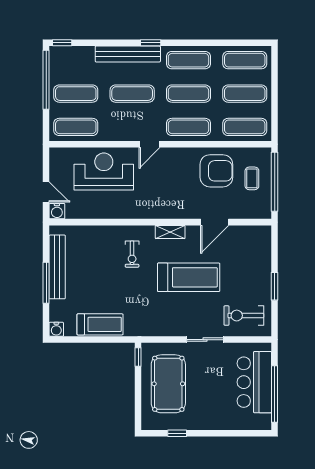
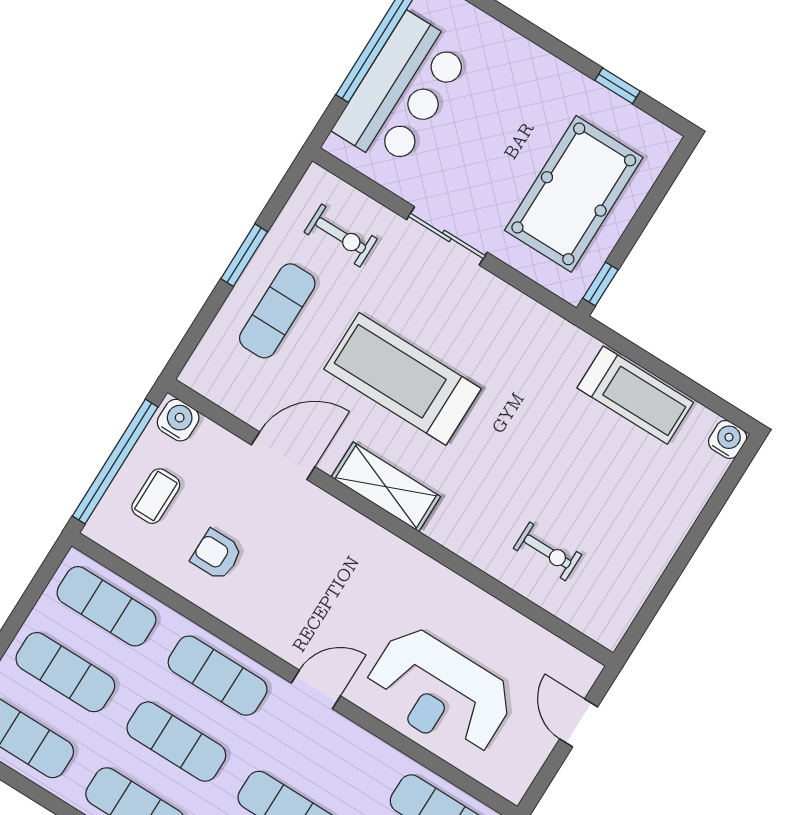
armchair: (216, 171) -> (217, 555), width x0.53, depth x0.53
water cooler: (57, 211) -> (178, 420), moved
shelving: (170, 232) -> (386, 487), width x1.50, depth x1.33
exercise bike: (132, 254) -> (547, 551), moved, turned 90
bench: (57, 267) -> (649, 561), removed
exercise mat: (250, 274) -> (277, 311), added
window: (46, 283) -> (691, 544), removed
exercise bike: (244, 316) -> (341, 235), width x0.73, depth x0.72
treadmill: (100, 324) -> (635, 395), turned 180

